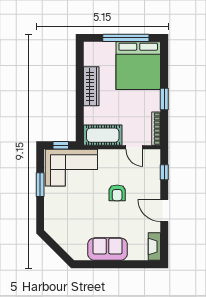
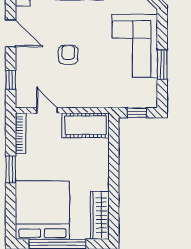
wardrobe: (91, 86) -> (100, 215), moved
corner sofa: (71, 168) -> (135, 46), moved, turned -90

